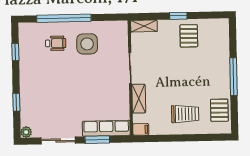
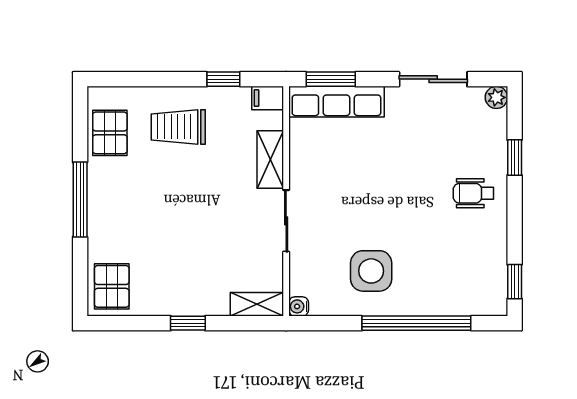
water cooler: (123, 25) -> (299, 306), added
pallet: (189, 36) -> (112, 286), moved
wheelchair: (56, 43) -> (473, 193), moved
window: (15, 52) -> (515, 282), moved
window: (163, 138) -> (223, 79), added
window: (97, 140) -> (331, 79), moved

